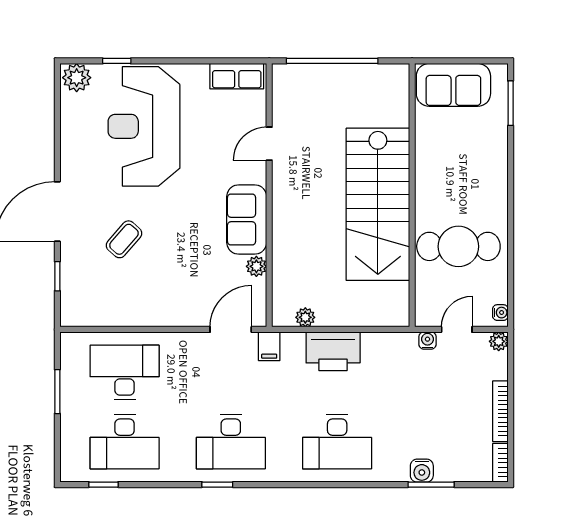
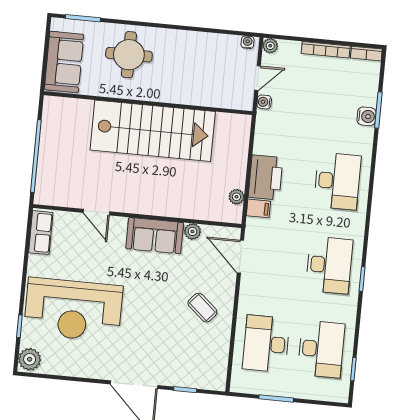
round table: (470, 165) -> (129, 55), added
coffee table: (124, 239) -> (202, 308), moved
cafe table: (458, 246) -> (192, 70), removed
door: (457, 329) -> (258, 78), swing flipped
filing cabinet: (269, 346) -> (258, 208), moved

